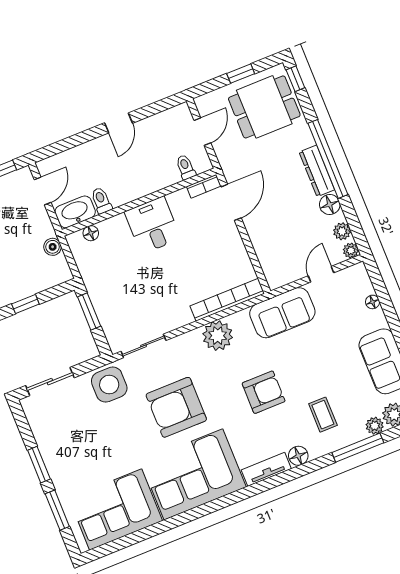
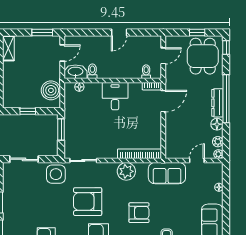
dining table: (264, 107) -> (203, 56), turned 90
boiler: (53, 247) -> (51, 90), width x1.86, depth x1.86

